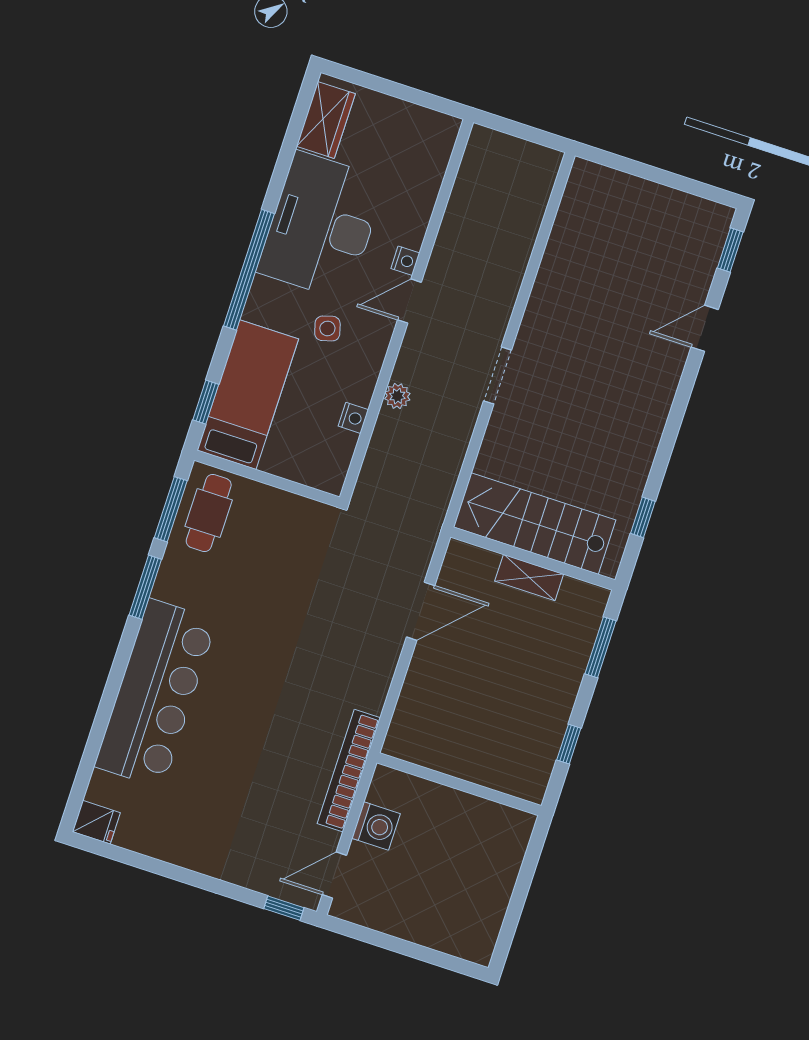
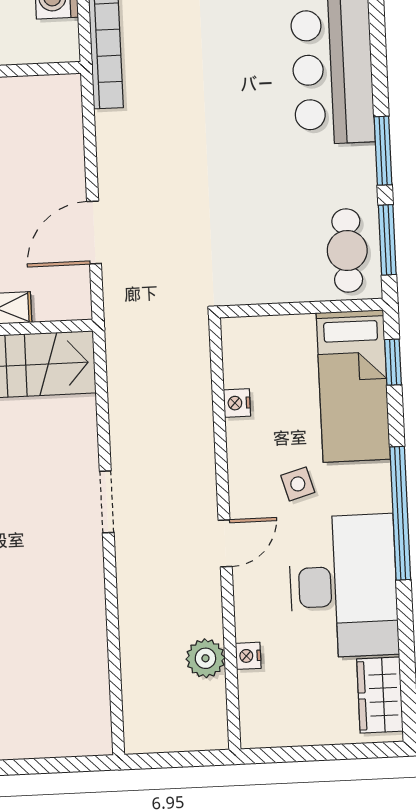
nightstand: (405, 261) -> (248, 656), moved
plant: (397, 396) -> (205, 658), moved, width x1.38, depth x1.38

